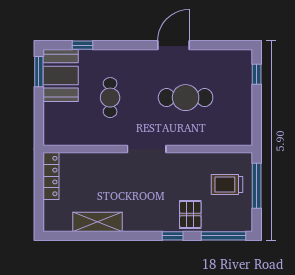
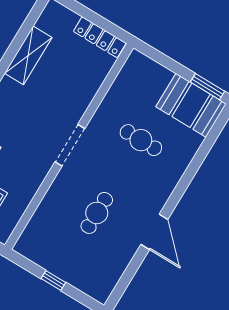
window: (82, 45) -> (208, 144), removed
window: (257, 74) -> (53, 281), moved
cafe table: (186, 98) -> (97, 213), width x0.73, depth x0.74

